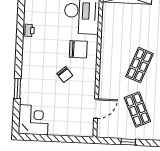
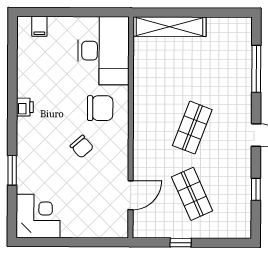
printer: (29, 30) -> (25, 107), moved

